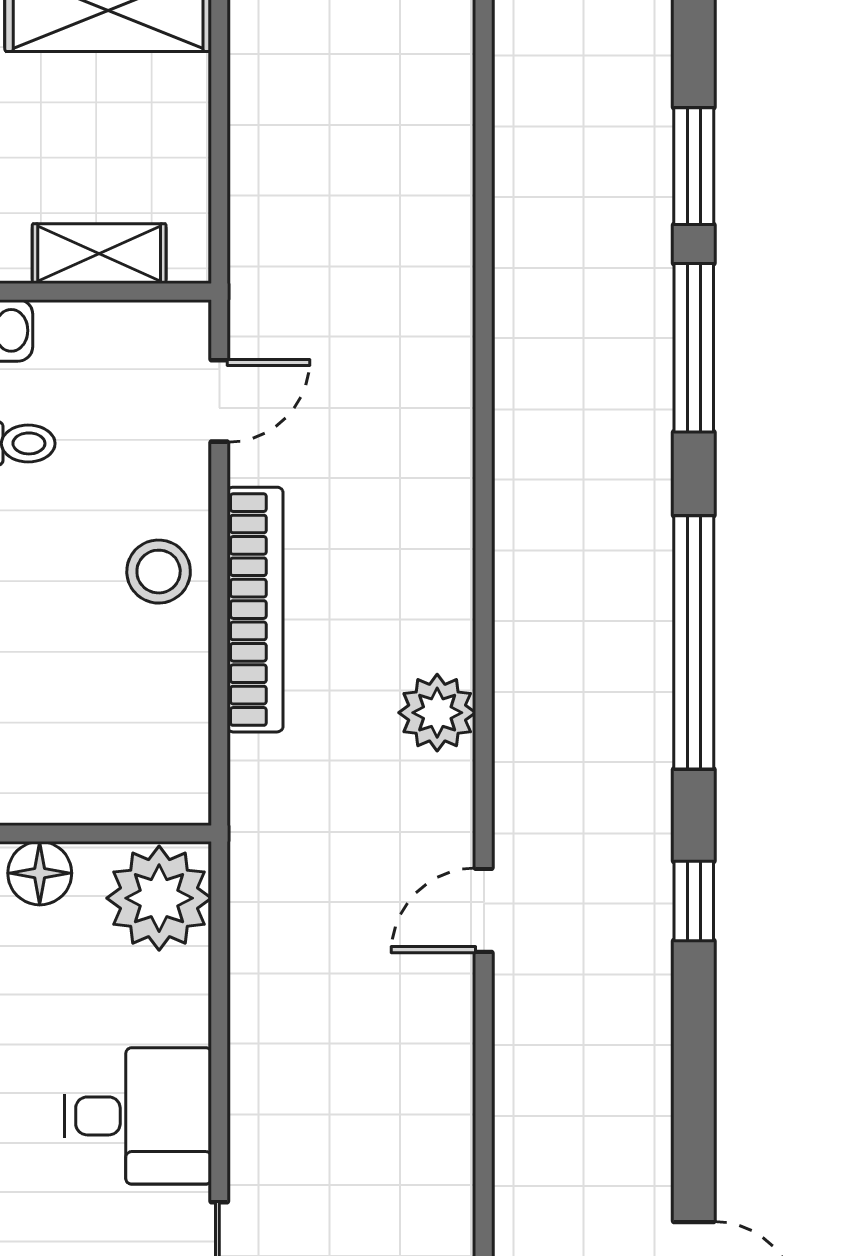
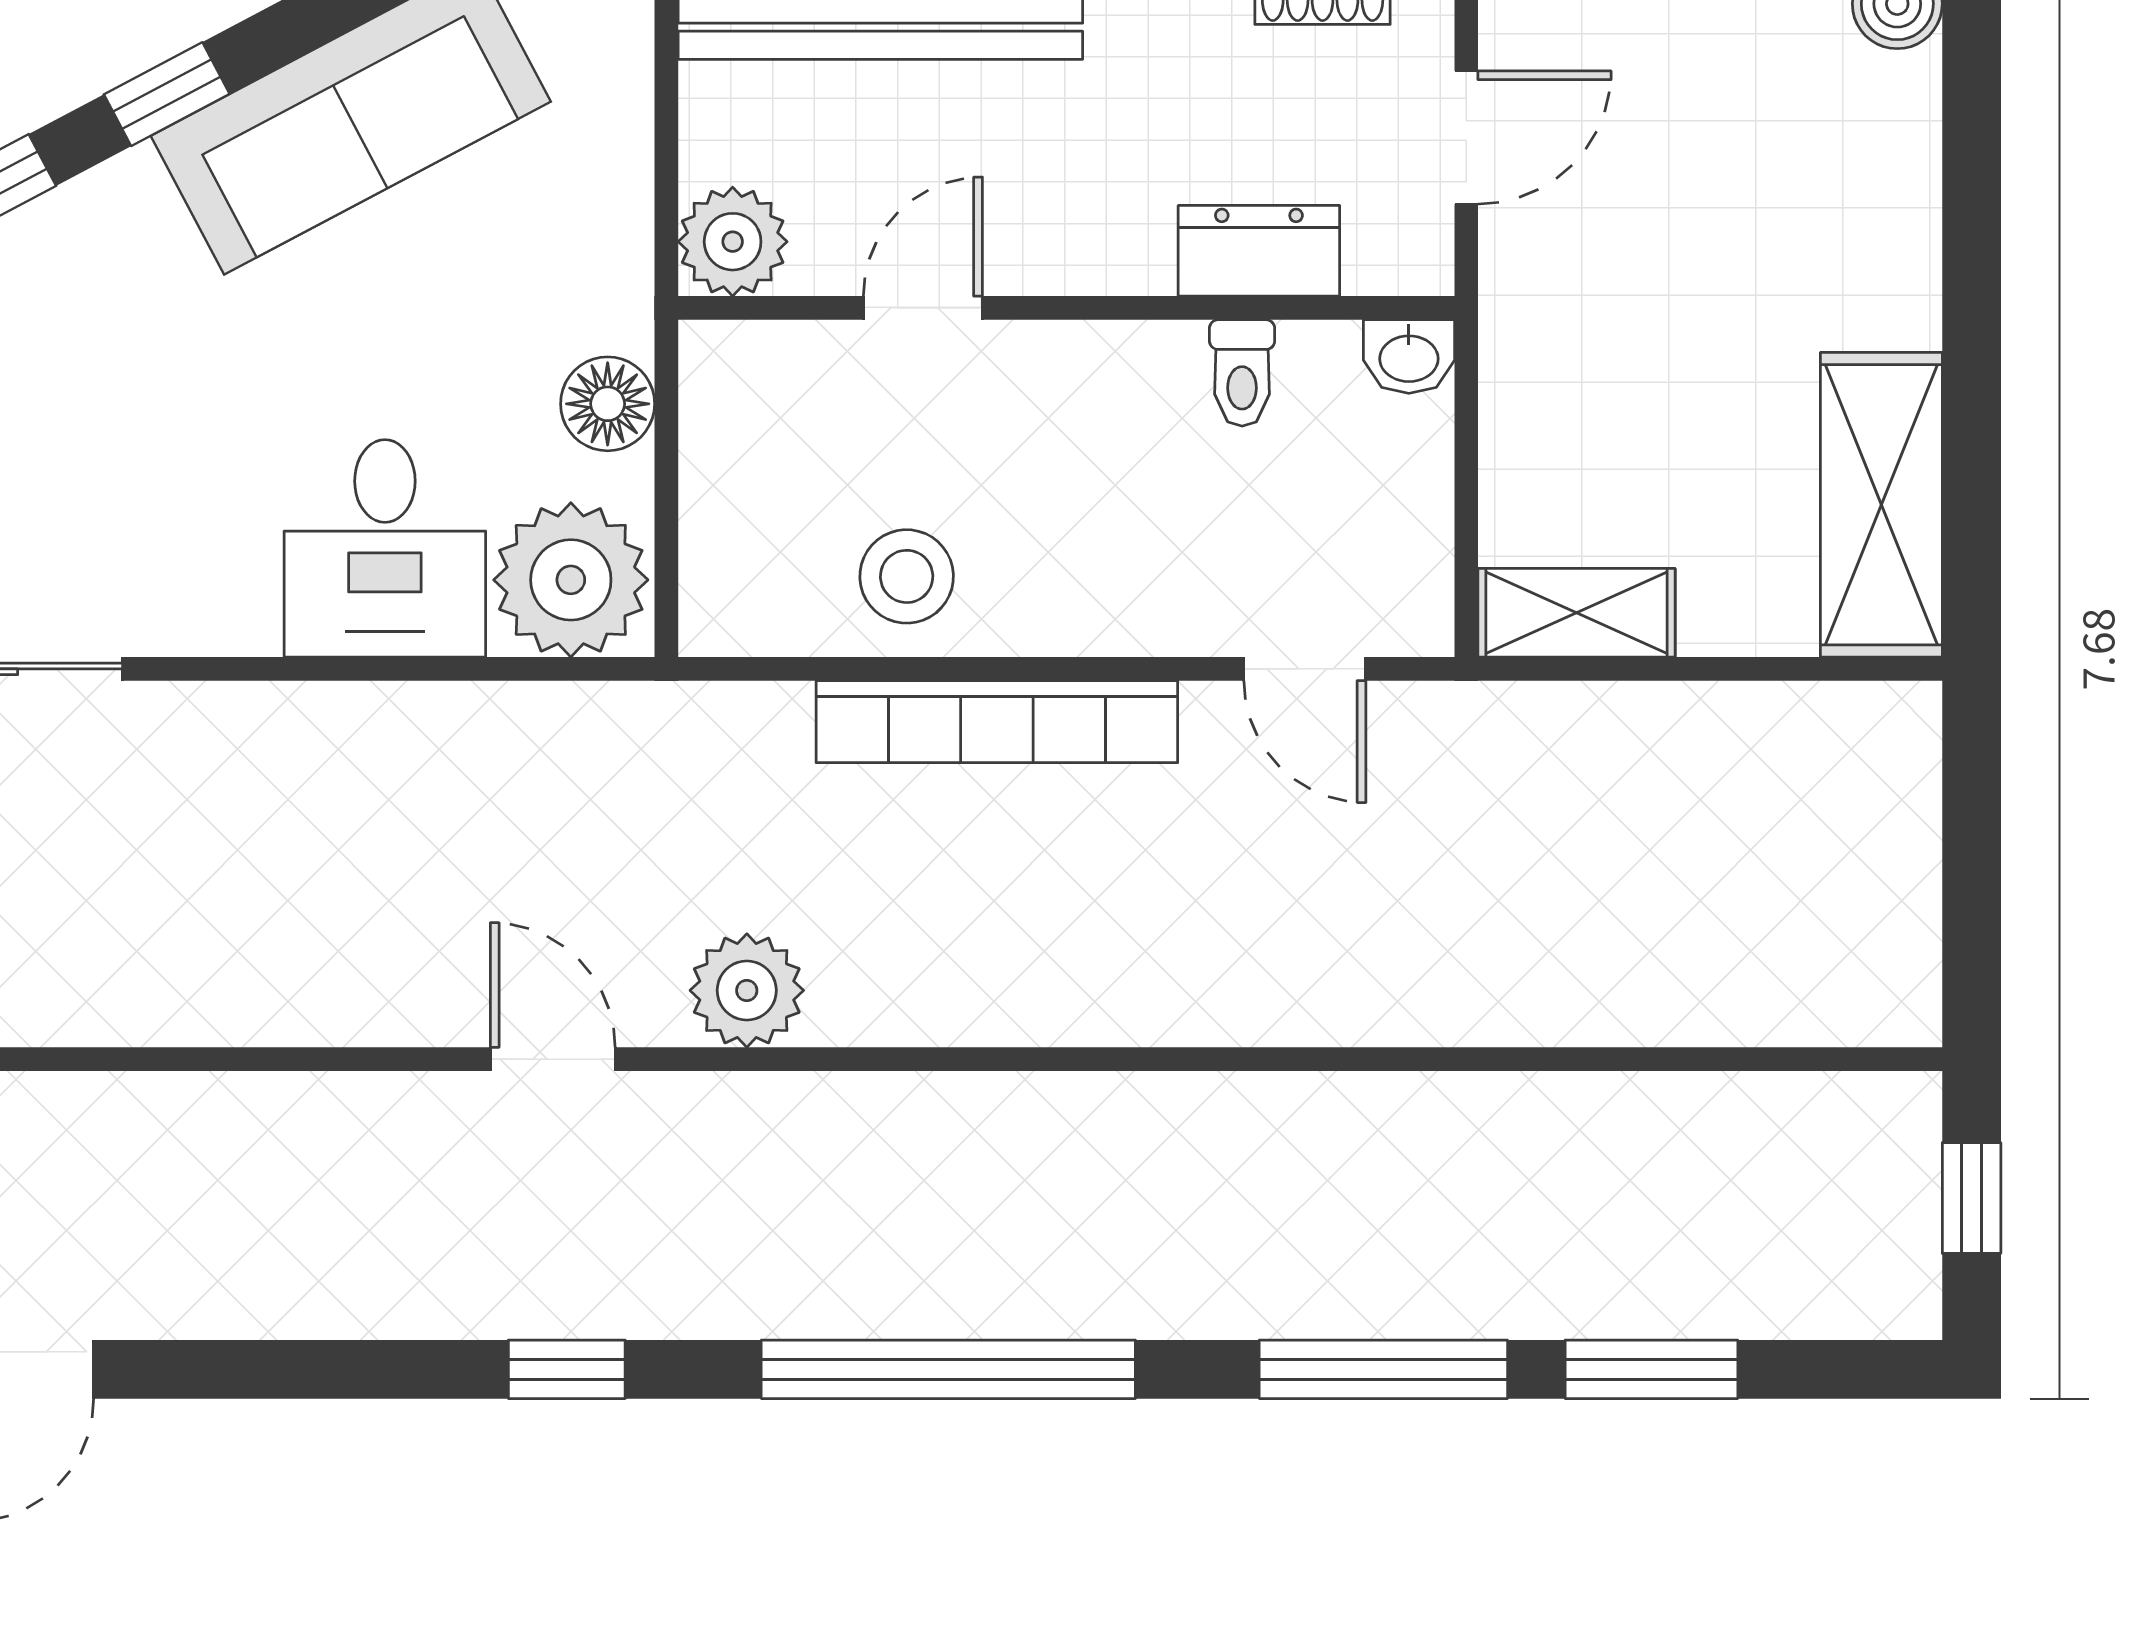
shelving: (99, 254) -> (1577, 613), moved, turned 90
stool: (159, 572) -> (907, 576), moved
plant: (437, 713) -> (747, 990), moved
desk: (138, 1116) -> (385, 548), moved

